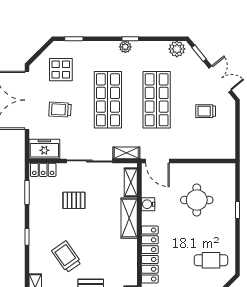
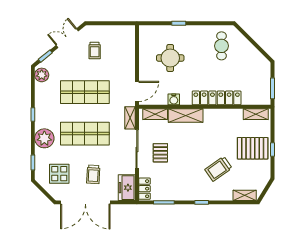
plant: (125, 47) -> (44, 138), moved, width x1.88, depth x1.88
pallet: (74, 200) -> (160, 153), moved

